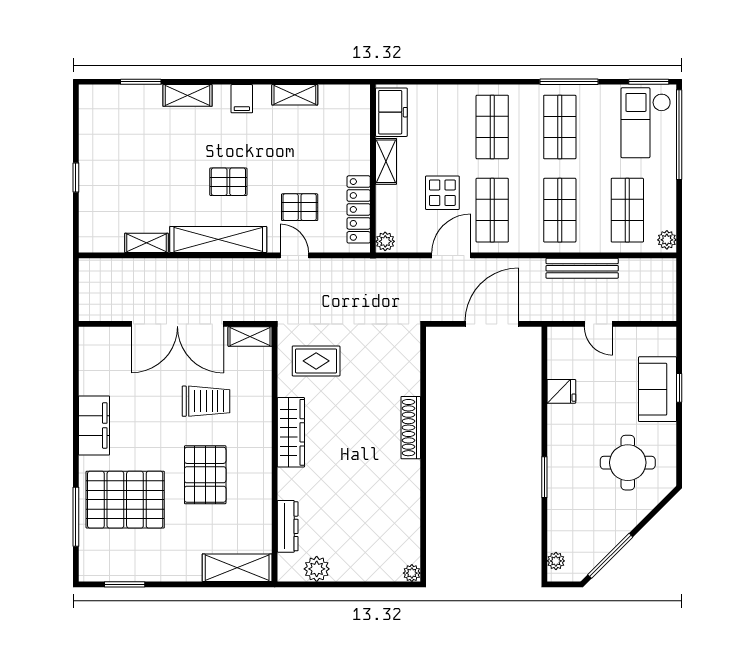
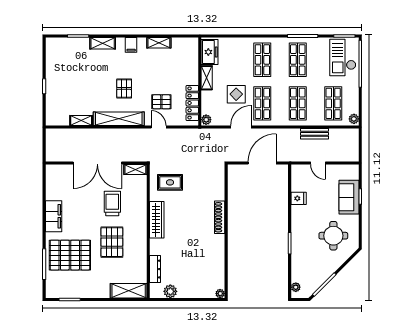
pallet: (228, 182) -> (124, 88), turned 90
bench: (582, 268) -> (314, 134), width x0.73
trolley: (206, 401) -> (112, 203), turned -90

